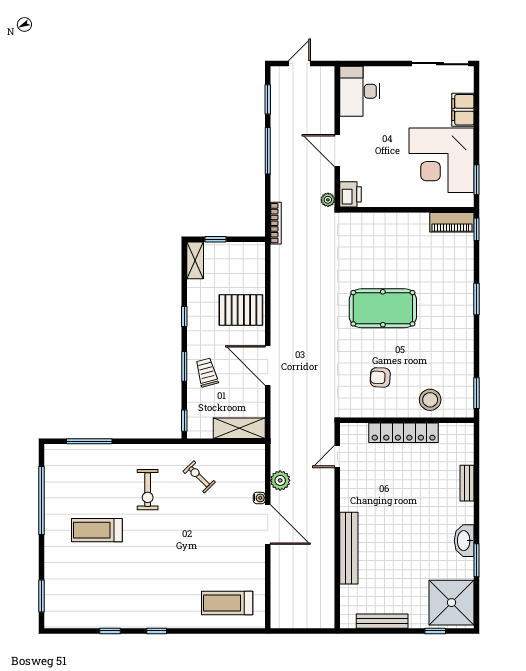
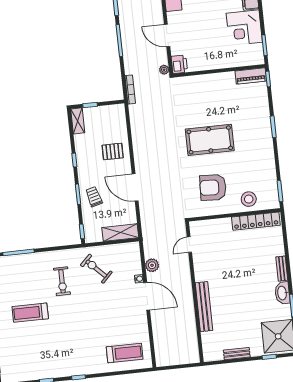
corner desk: (442, 160) -> (244, 28), width x0.74, depth x0.74
pallet: (241, 310) -> (113, 151), width x0.67, depth x0.71
armchair: (380, 377) -> (213, 187), width x1.88, depth x1.88
locker: (404, 433) -> (256, 221), moved
exercise bike: (199, 477) -> (96, 269), width x1.38, depth x1.39
bench: (467, 483) -> (282, 269), moved
treadmill: (227, 603) -> (125, 353), turned 180
bench: (382, 621) -> (237, 354), width x0.73

